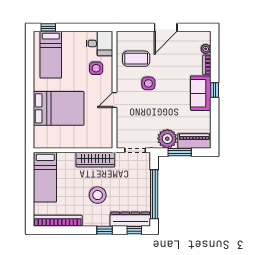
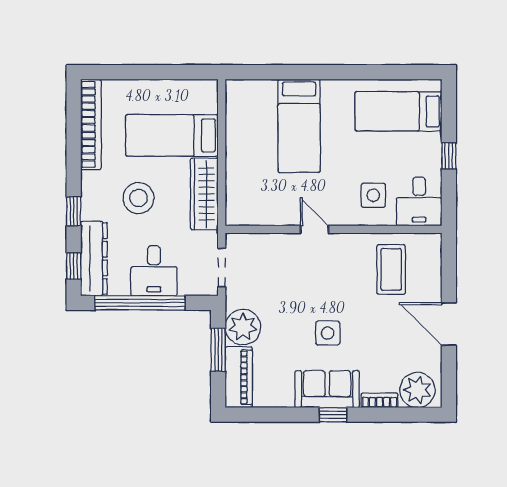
window: (48, 27) -> (449, 156), moved
plant: (206, 49) -> (417, 390), width x1.87, depth x1.87
side table: (148, 83) -> (328, 333), moved
bed: (59, 108) -> (299, 126), width x0.67
bed: (45, 177) -> (172, 135), moved
desk: (137, 187) -> (154, 271), added

